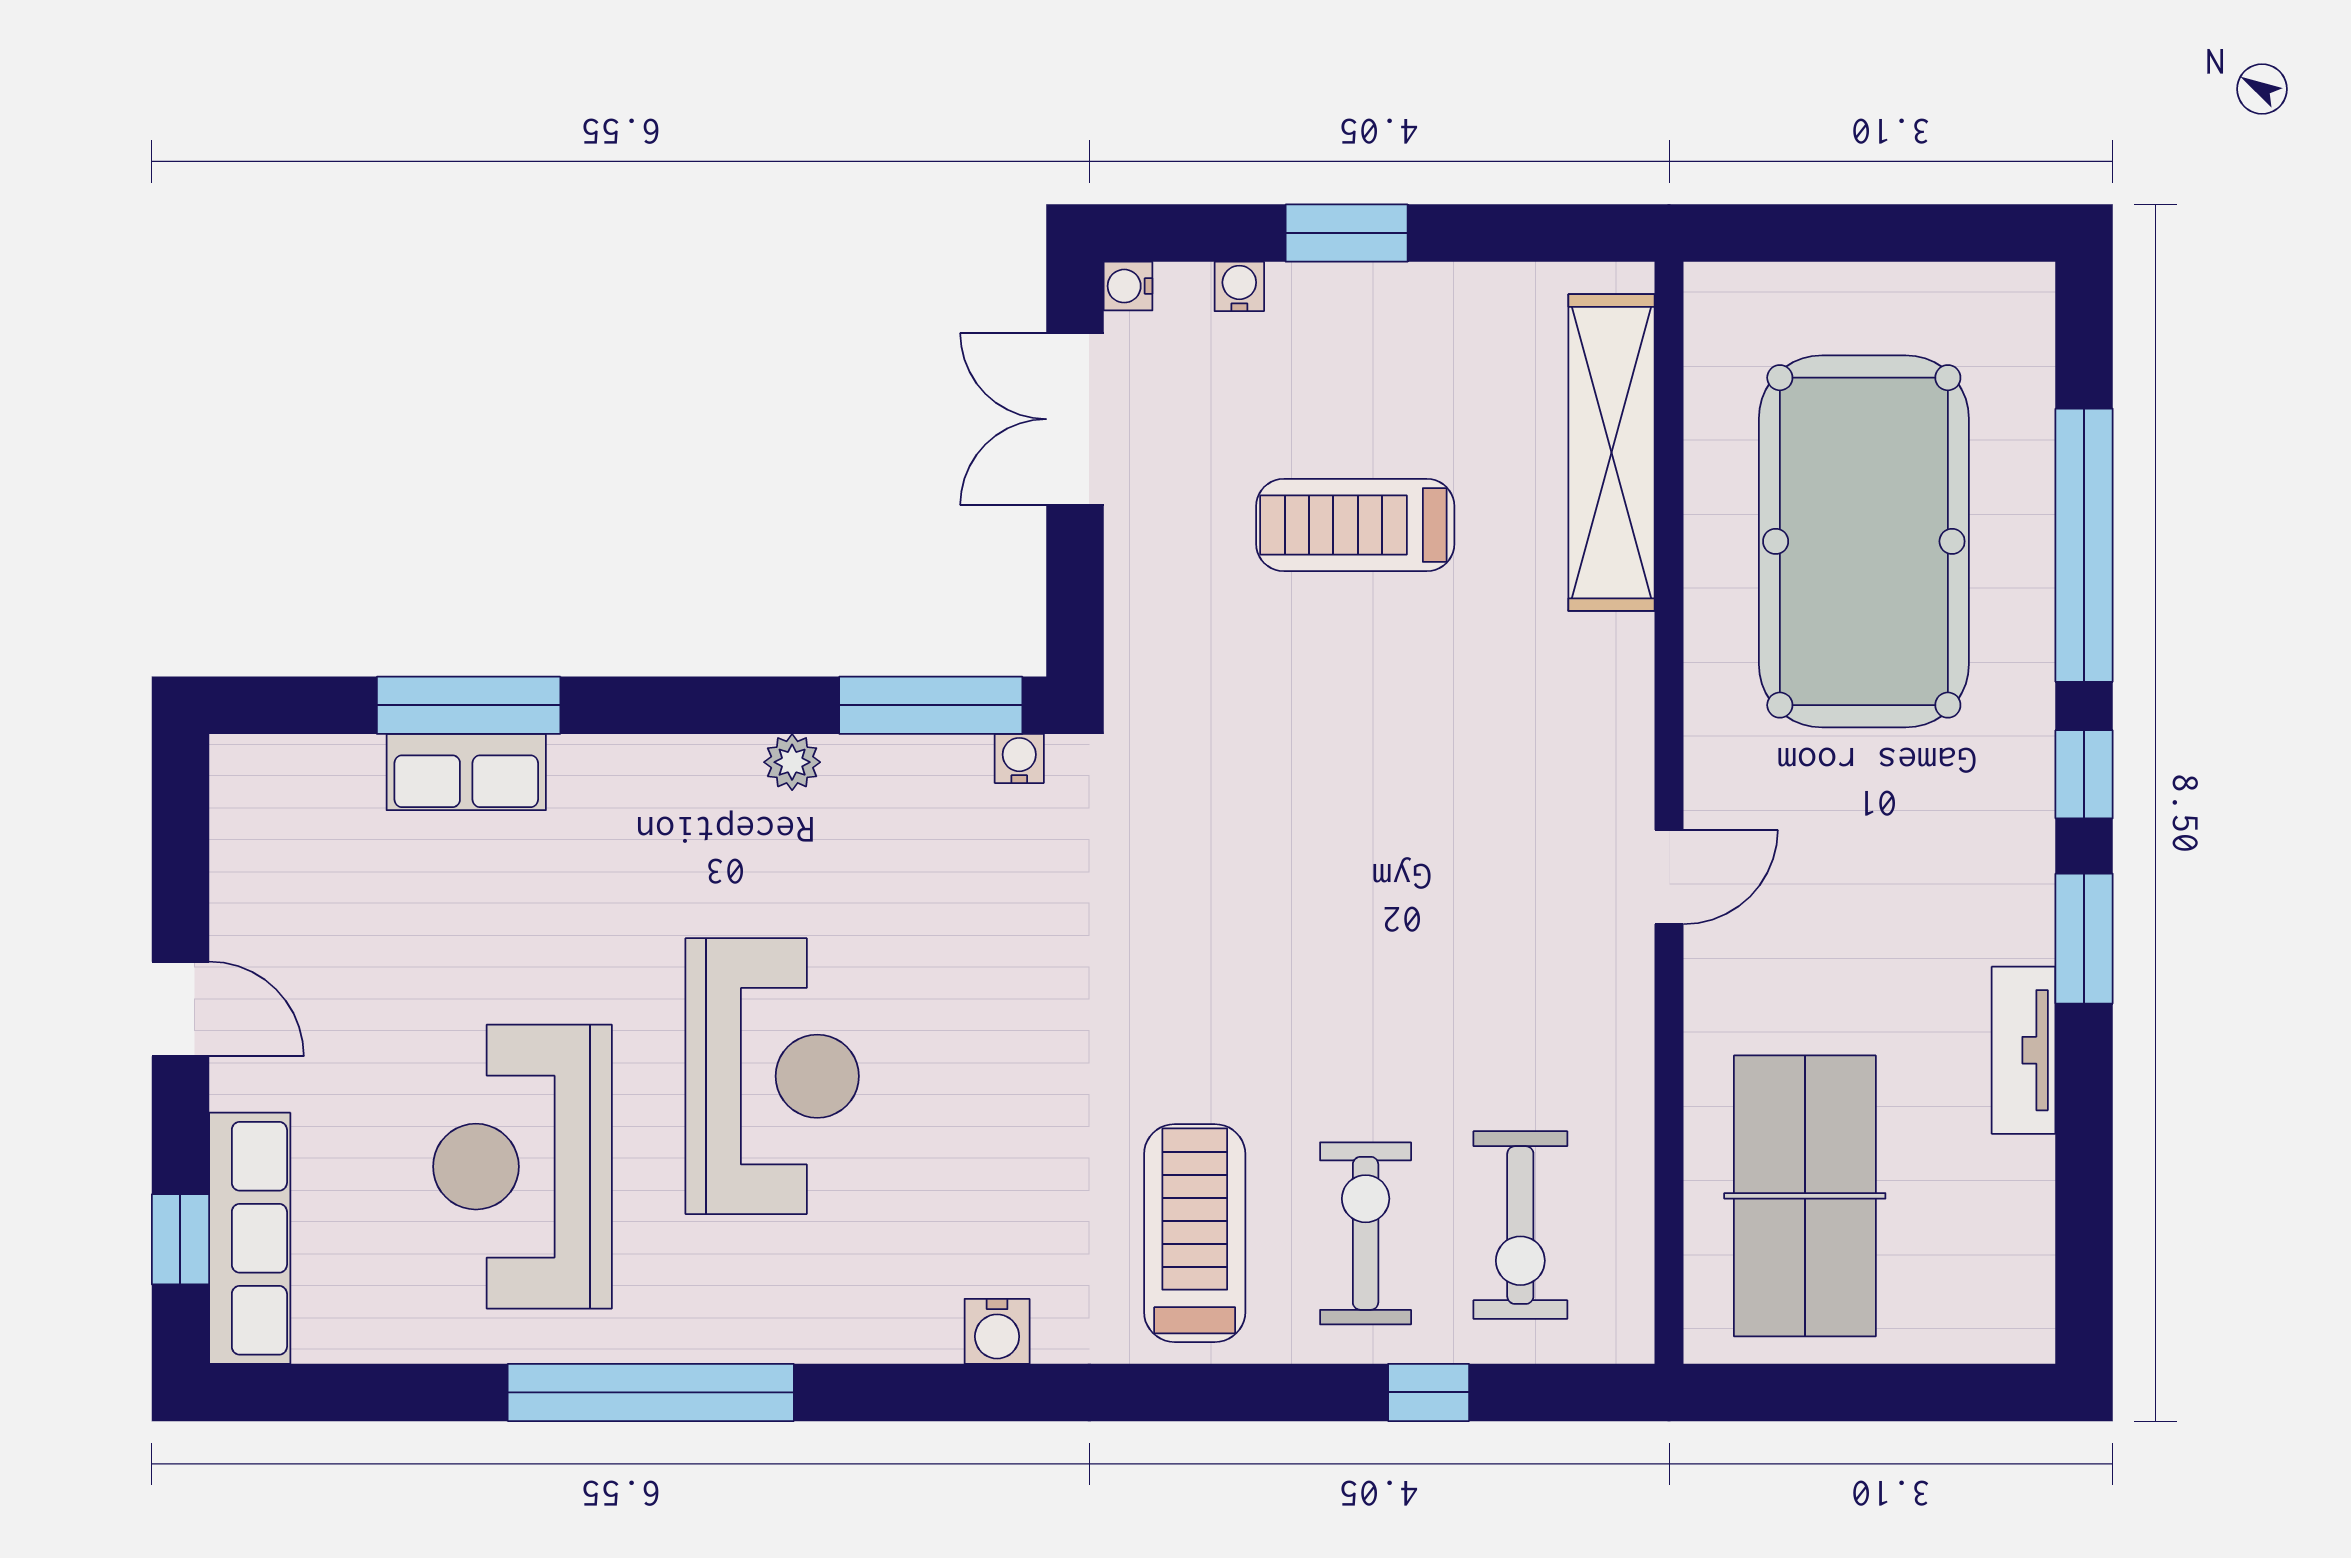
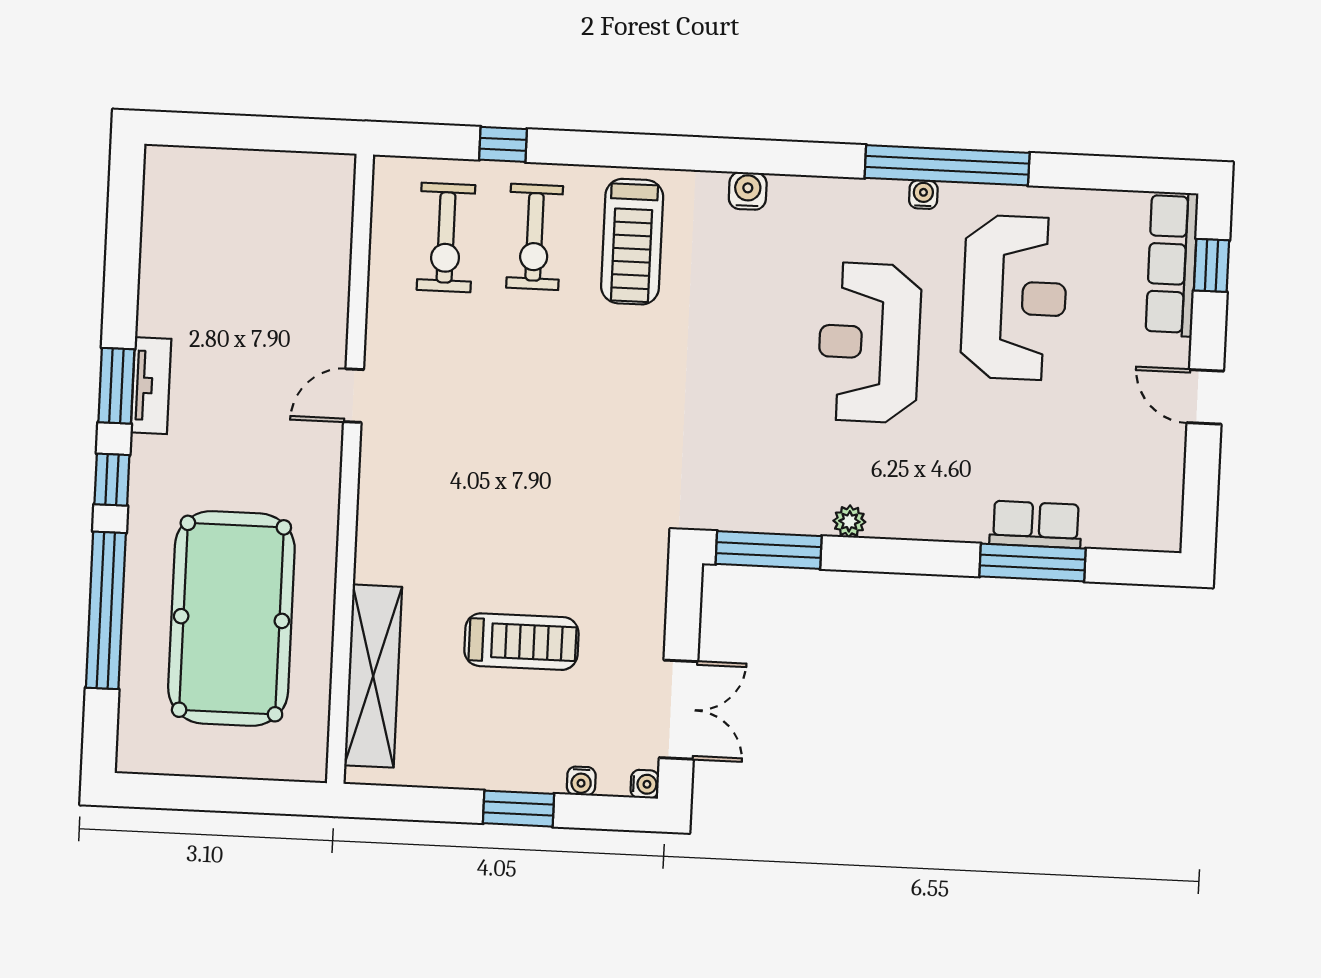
water cooler: (1019, 759) -> (923, 195), moved, turned 180
door: (1669, 877) -> (353, 396), moved
tv unit: (2024, 1050) -> (151, 386), moved
table tennis table: (1805, 1196) -> (283, 246), removed
exercise bike: (1520, 1225) -> (446, 237), turned 180

